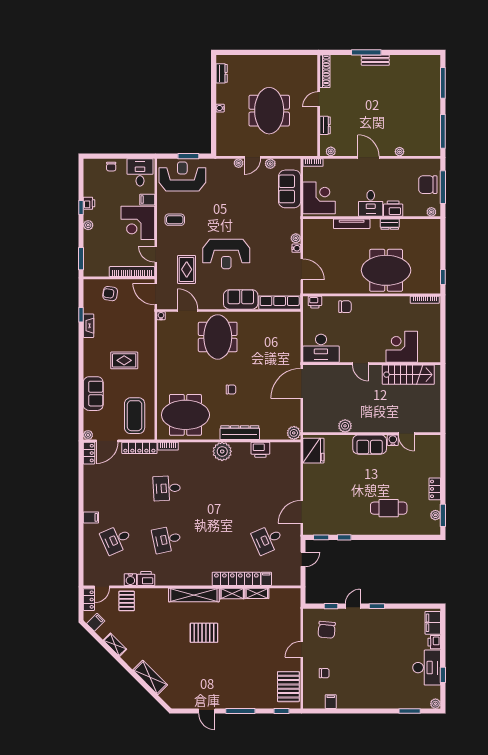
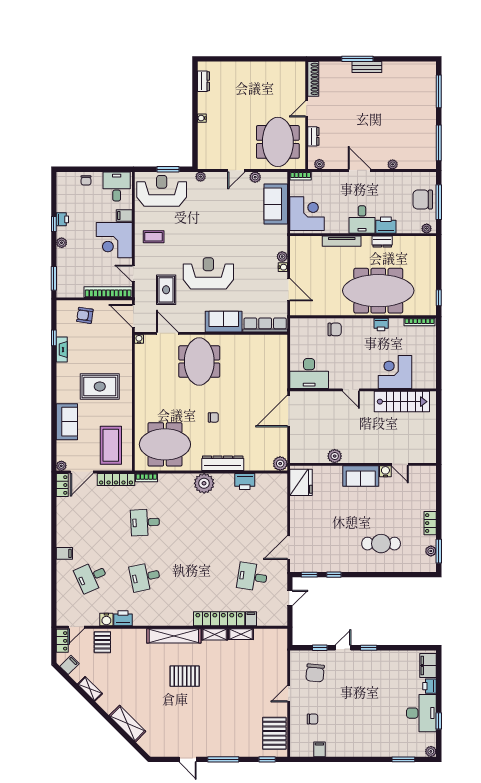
meeting table: (269, 111) -> (278, 142), moved
plant: (239, 163) -> (201, 177), moved
reception desk: (226, 254) -> (208, 273), turned 180
meeting table: (386, 270) -> (378, 291), width x1.36
printer: (315, 302) -> (381, 324), moved
rug: (124, 360) -> (100, 386), width x1.36, depth x1.43
desk: (268, 539) -> (252, 577), turned 33

